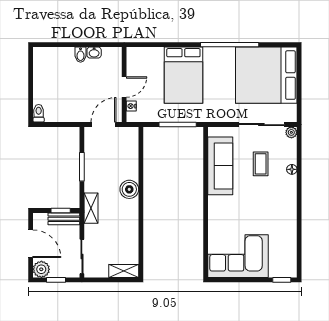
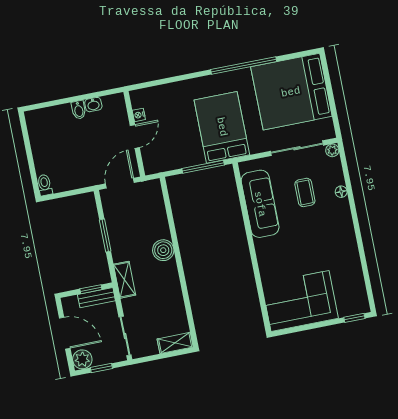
bed: (183, 75) -> (222, 127), moved, turned 180
nightstand: (131, 106) -> (139, 115), moved

